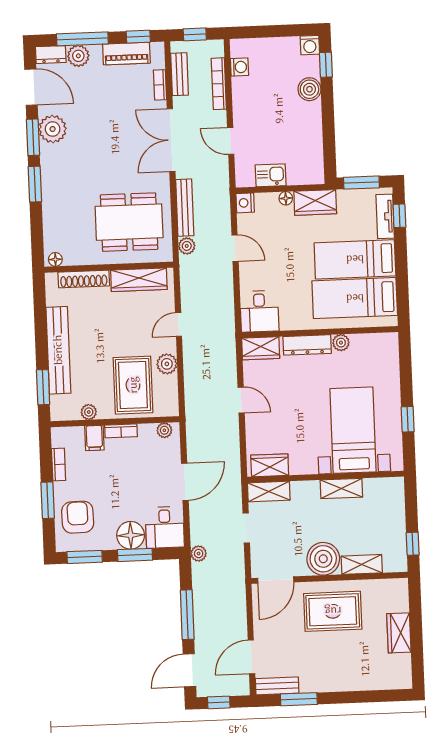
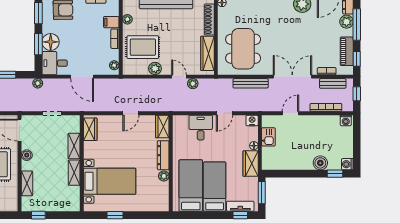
washing machine: (239, 67) -> (346, 120), moved
plant: (187, 246) -> (193, 84), moved
desk: (259, 311) -> (201, 128), moved, turned 90
shelving: (269, 492) -> (74, 146), moved
boiler: (323, 559) -> (27, 155), width x0.54, depth x0.54

